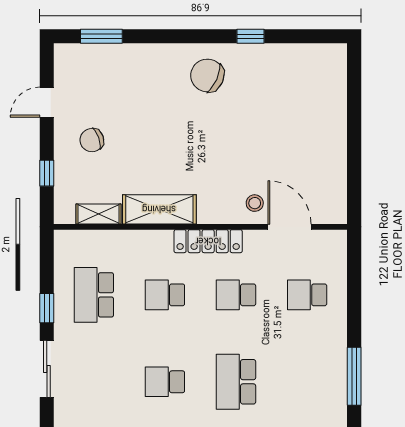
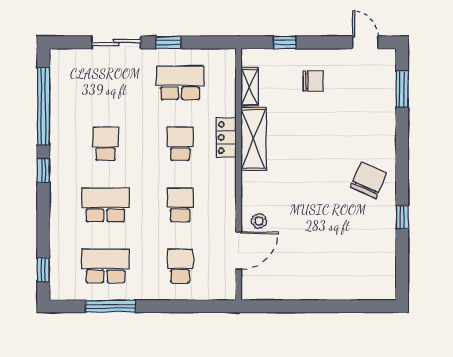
door: (47, 102) -> (365, 42), moved
chair: (92, 140) -> (313, 81), turned 110
locker: (208, 241) -> (226, 137), moved, width x0.66
school desk: (307, 382) -> (105, 266), added

